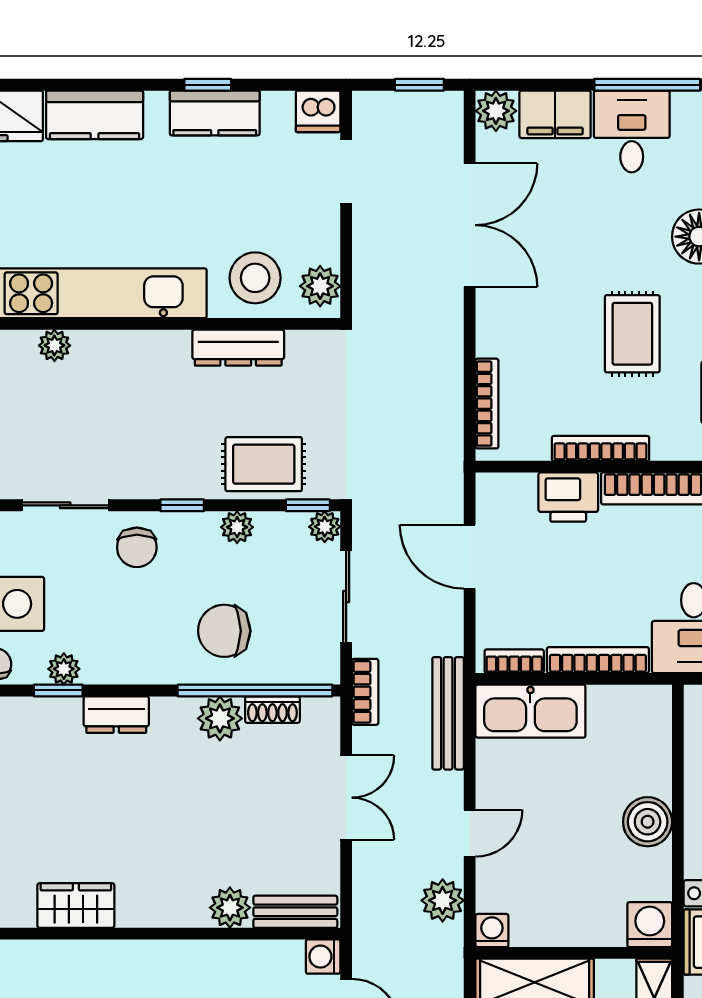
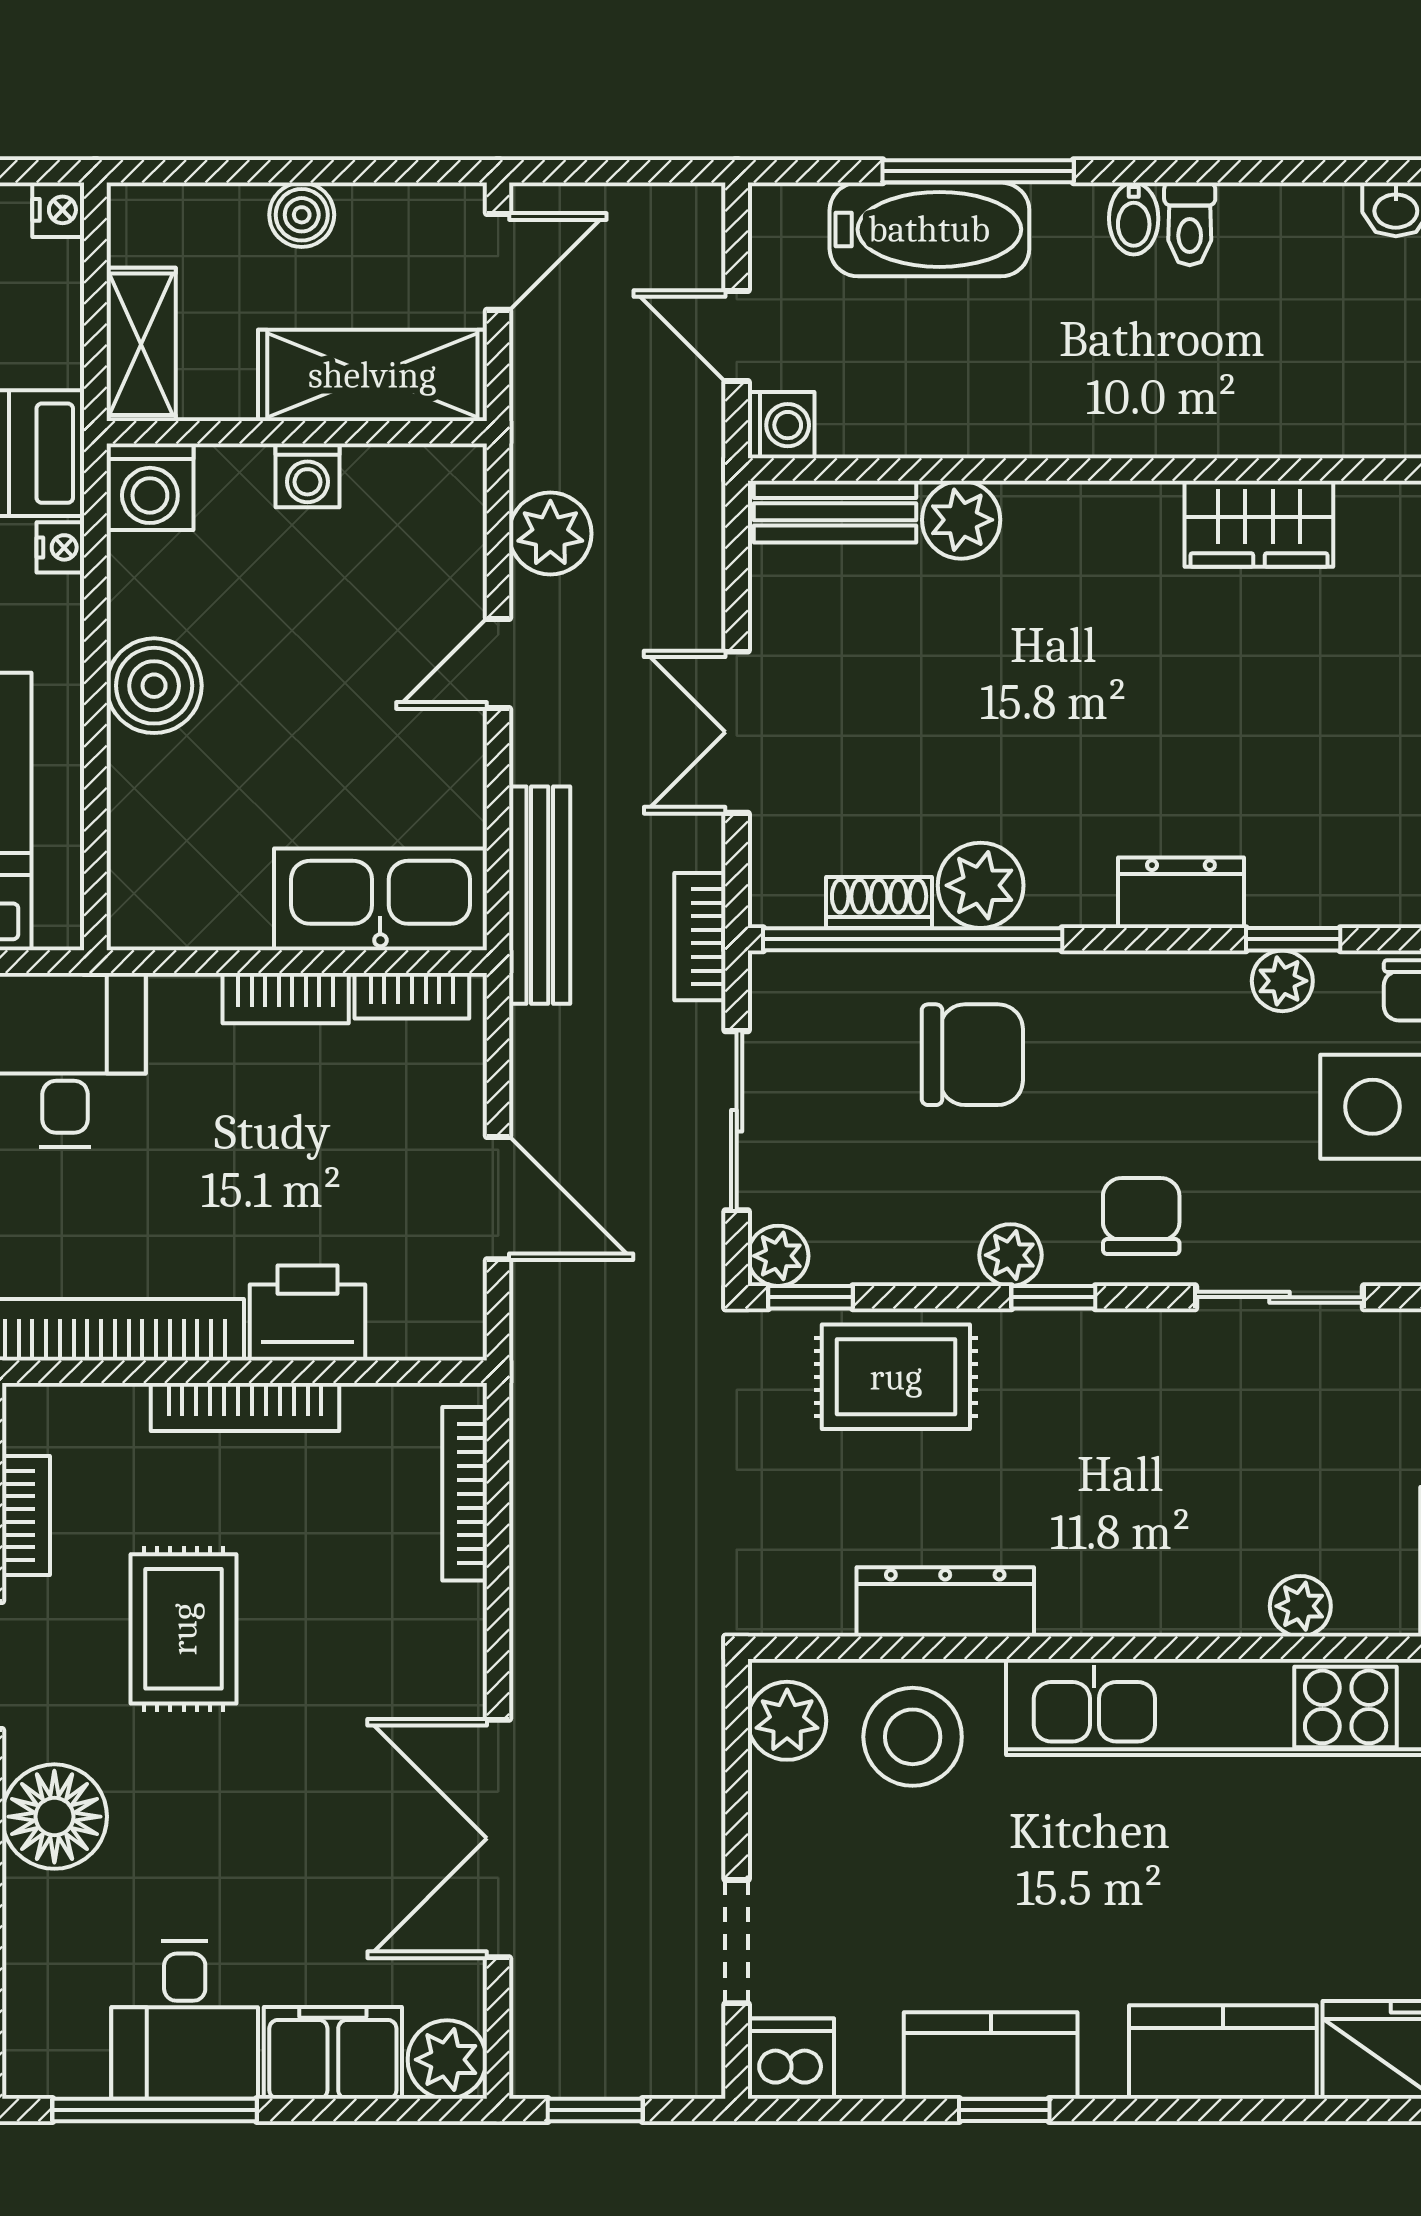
plant: (237, 527) -> (1011, 1255), moved
bookcase: (598, 660) -> (286, 998), width x0.64
washing machine: (492, 931) -> (307, 475), moved

